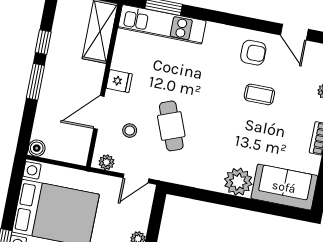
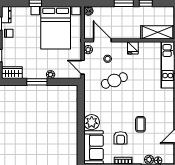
armchair: (253, 53) -> (121, 138), moved
door: (99, 113) -> (102, 40), moved

